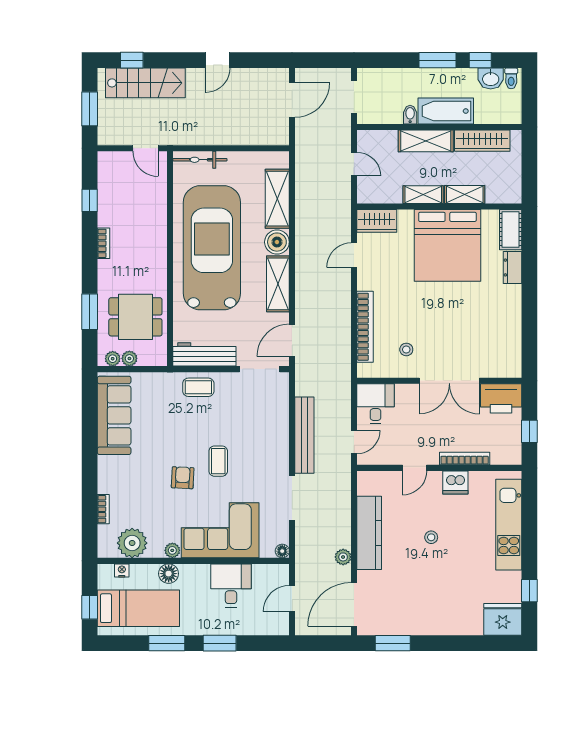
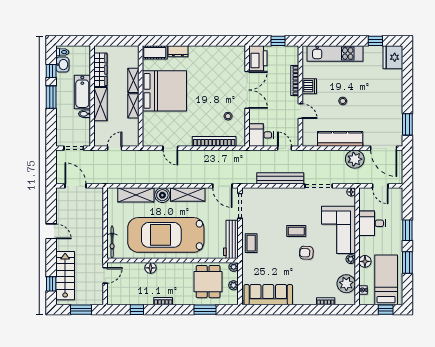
wardrobe: (377, 221) -> (149, 134), removed
floor lamp: (158, 223) -> (151, 268), added
plant: (113, 359) -> (234, 267), moved
plant: (343, 557) -> (355, 159), width x1.88, depth x1.88

